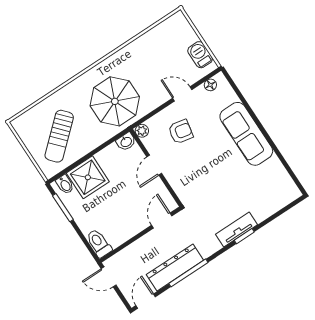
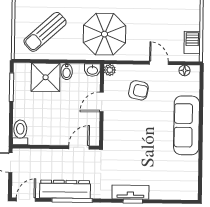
bidet: (65, 184) -> (67, 72), moved

